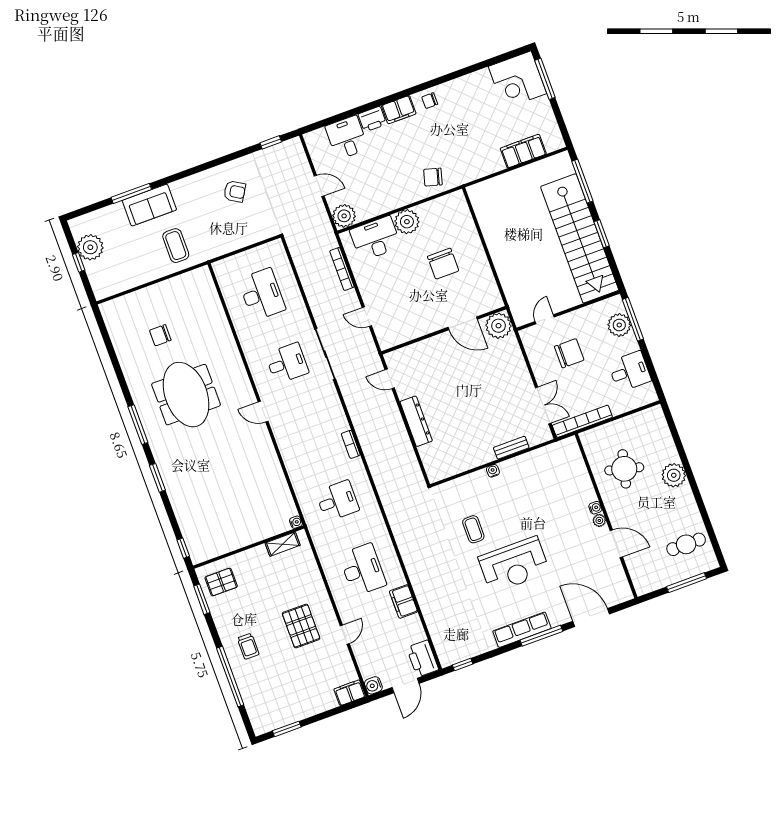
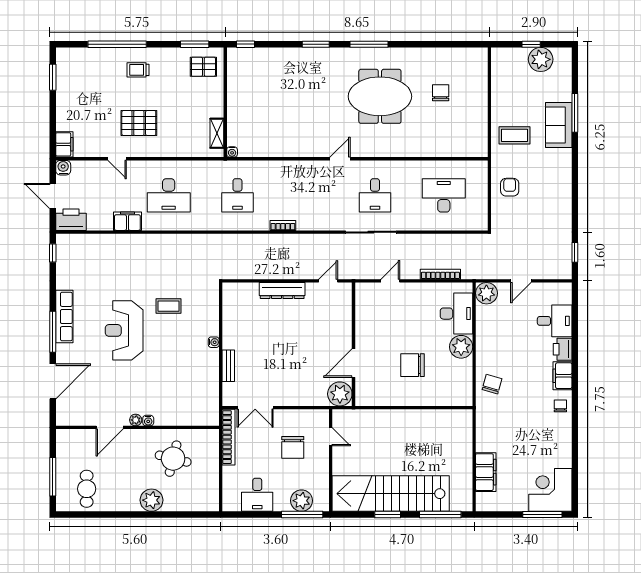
armchair: (235, 192) -> (510, 187), moved, turned 149
desk: (262, 294) -> (444, 195), turned 180
pallet: (221, 582) -> (203, 67), turned 90

